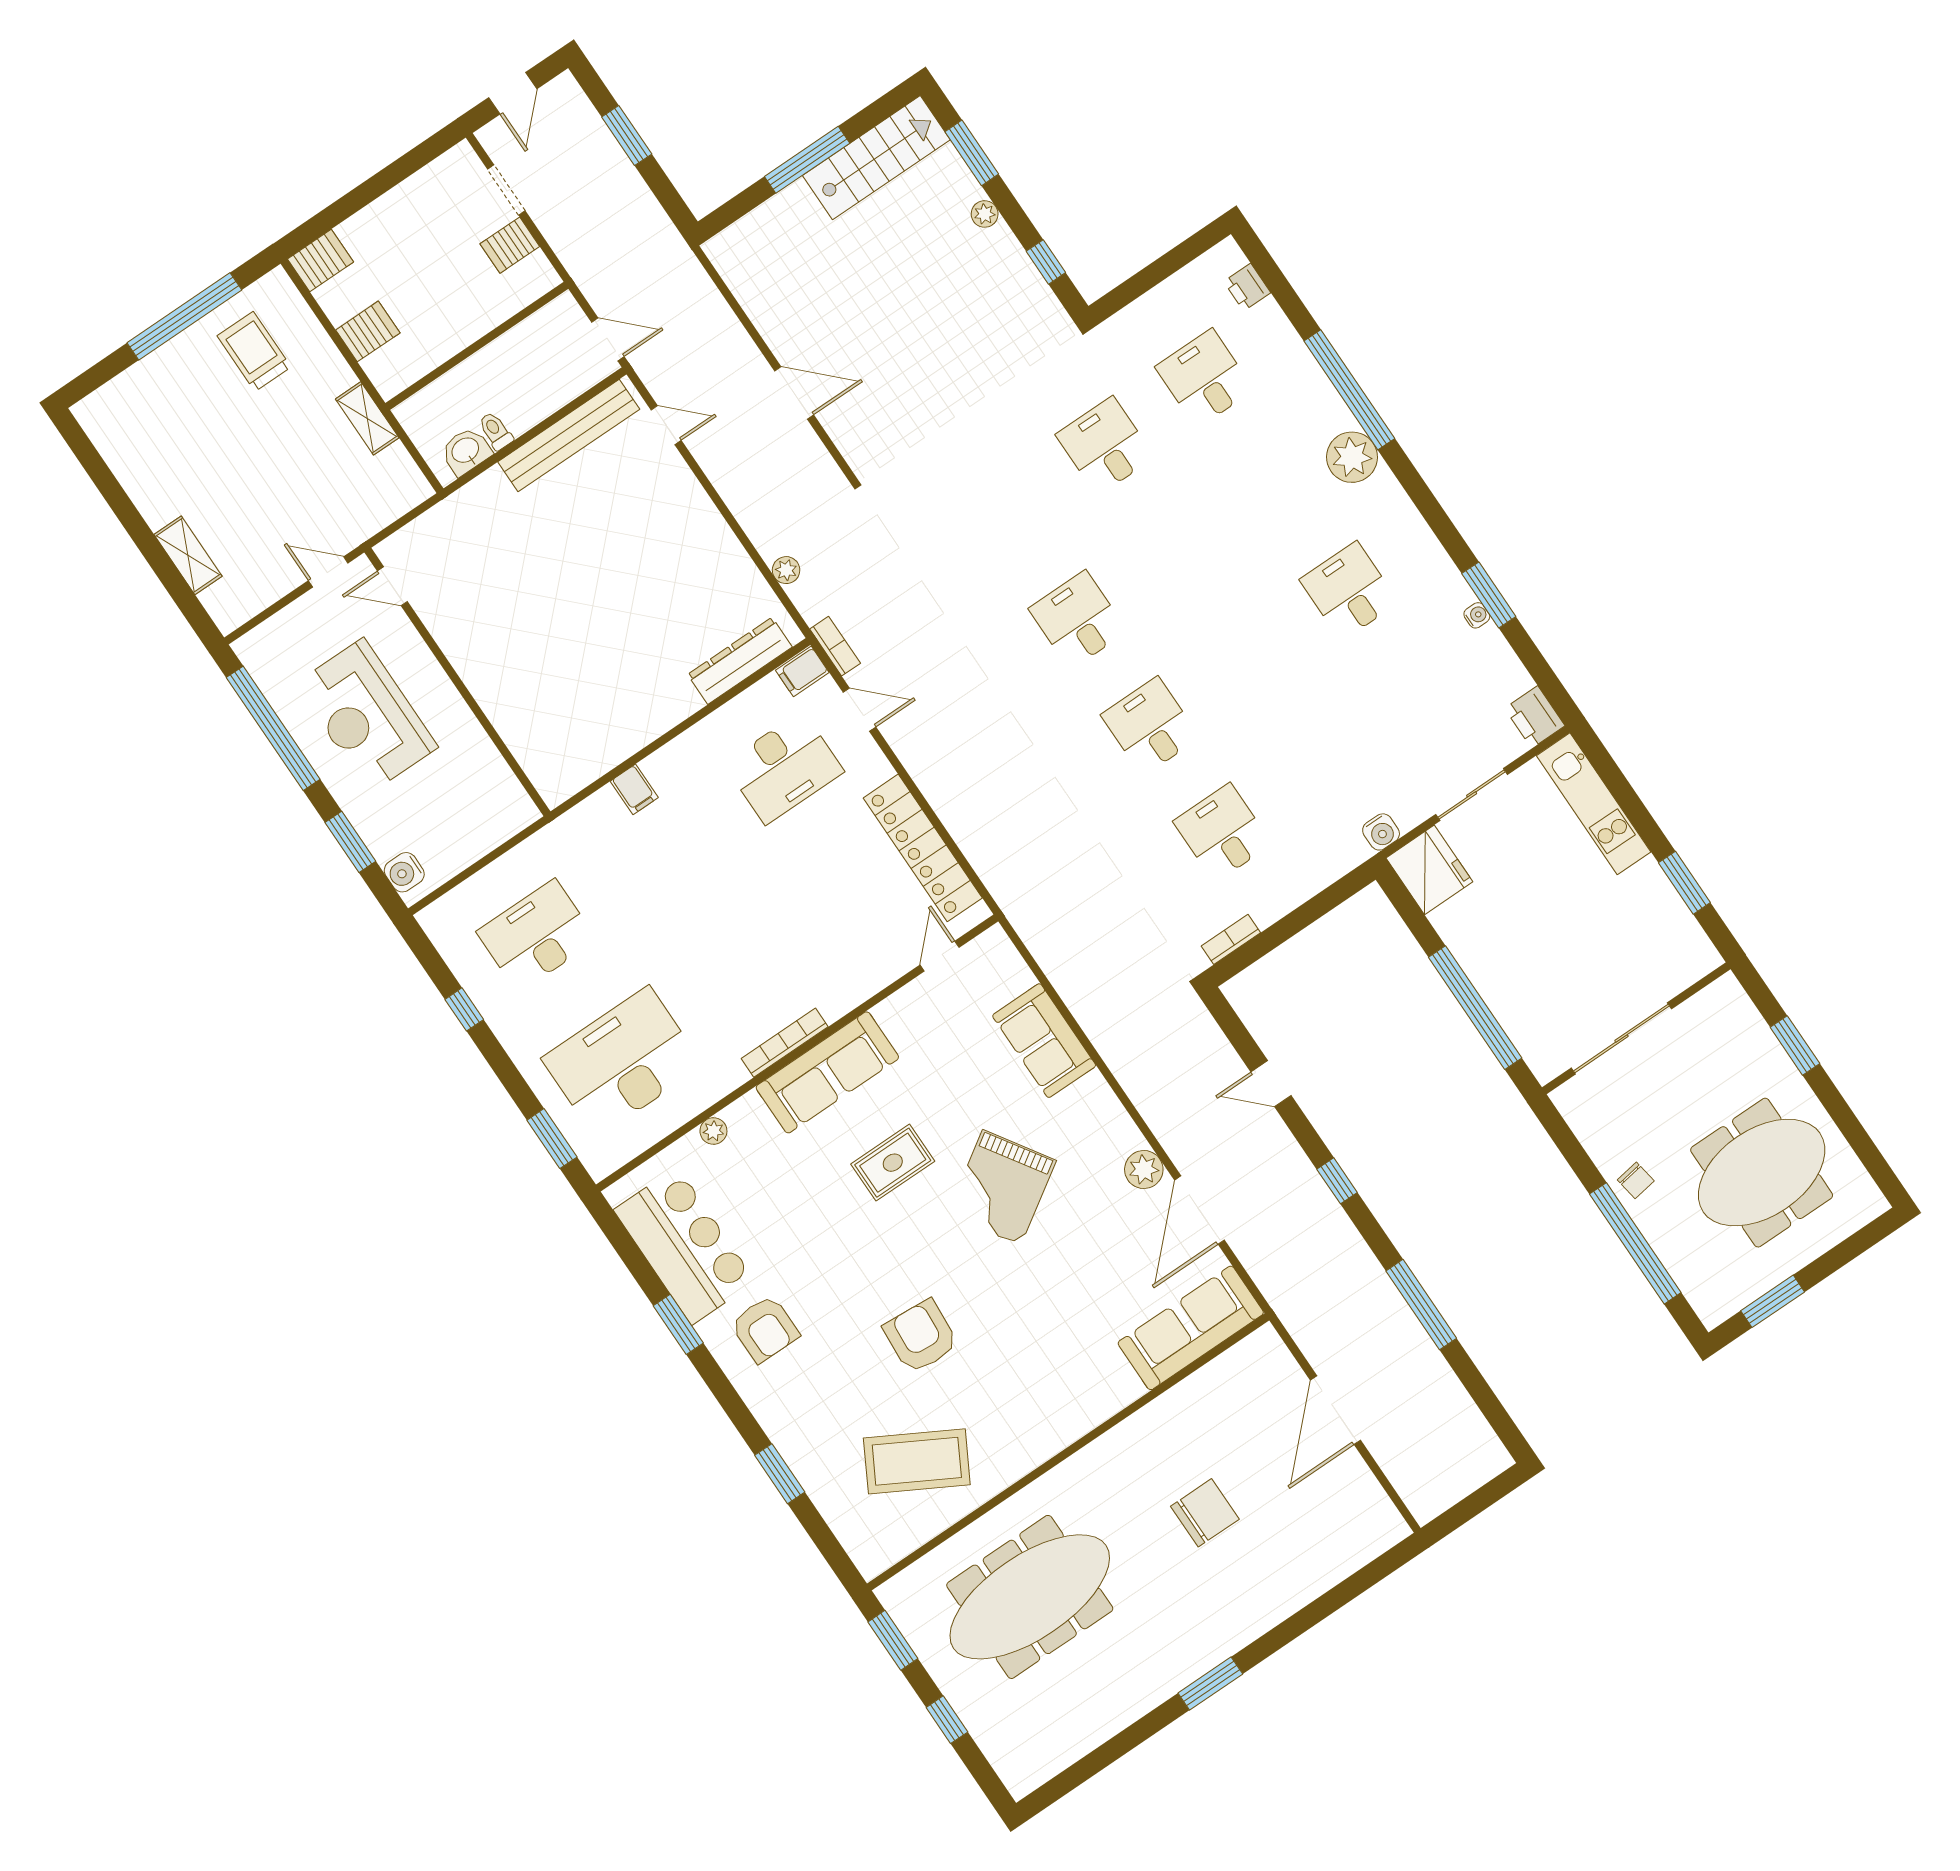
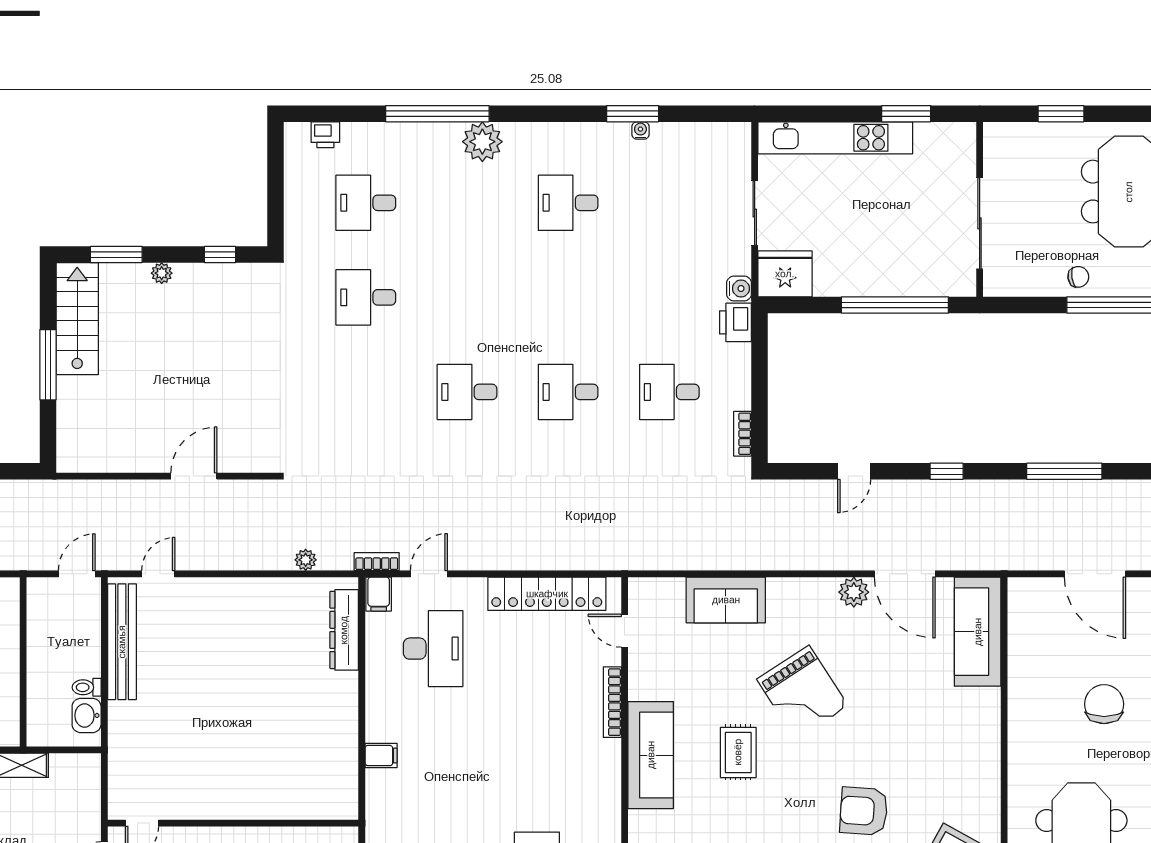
printer: (1535, 717) -> (735, 322), moved, turned 90
kitchen unit: (1594, 804) -> (835, 138), width x1.36
bookcase: (785, 1043) -> (612, 702), moved

